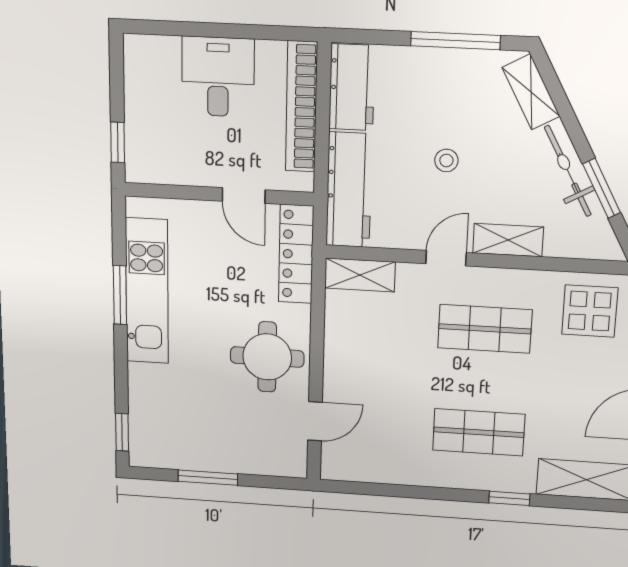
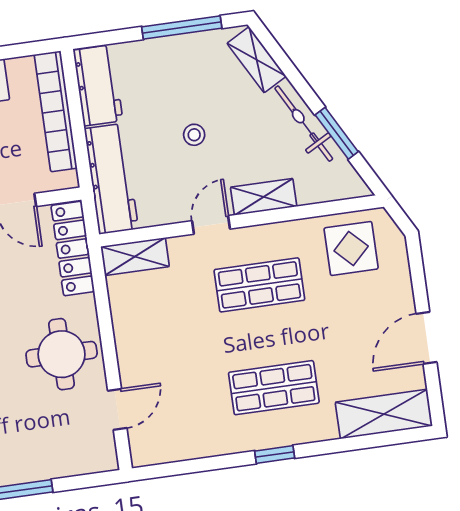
window: (509, 498) -> (275, 454), moved

